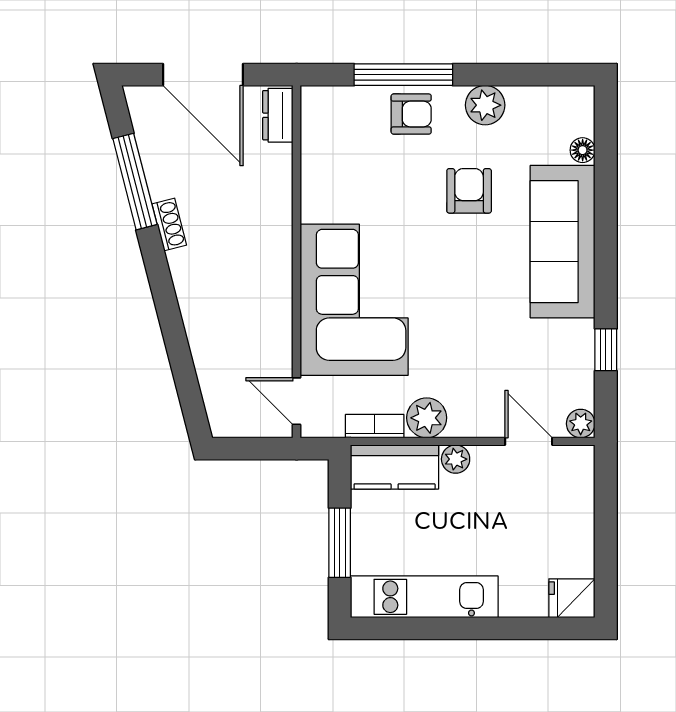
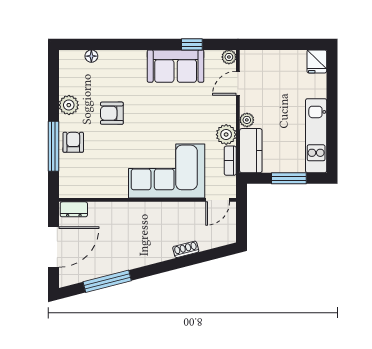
shoe rack: (169, 224) -> (186, 249), moved
sofa: (563, 242) -> (176, 66), moved, width x0.73

